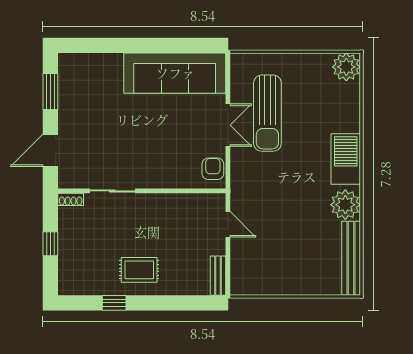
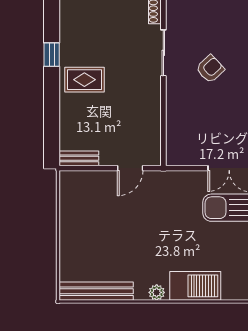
armchair: (213, 169) -> (210, 69), moved, turned -43
plant: (345, 205) -> (157, 292), width x0.53, depth x0.53
rug: (139, 270) -> (84, 80), turned 90

